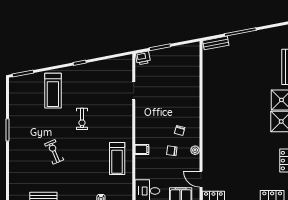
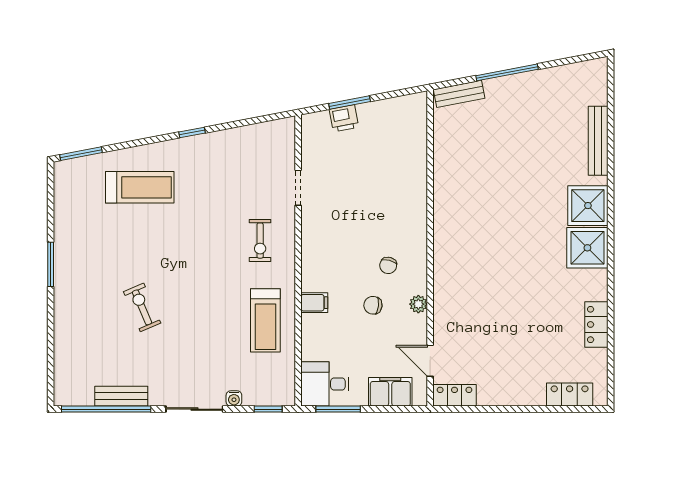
printer: (143, 58) -> (344, 118), moved
treadmill: (53, 91) -> (140, 187), turned -90
exercise bike: (82, 119) -> (260, 241), moved

